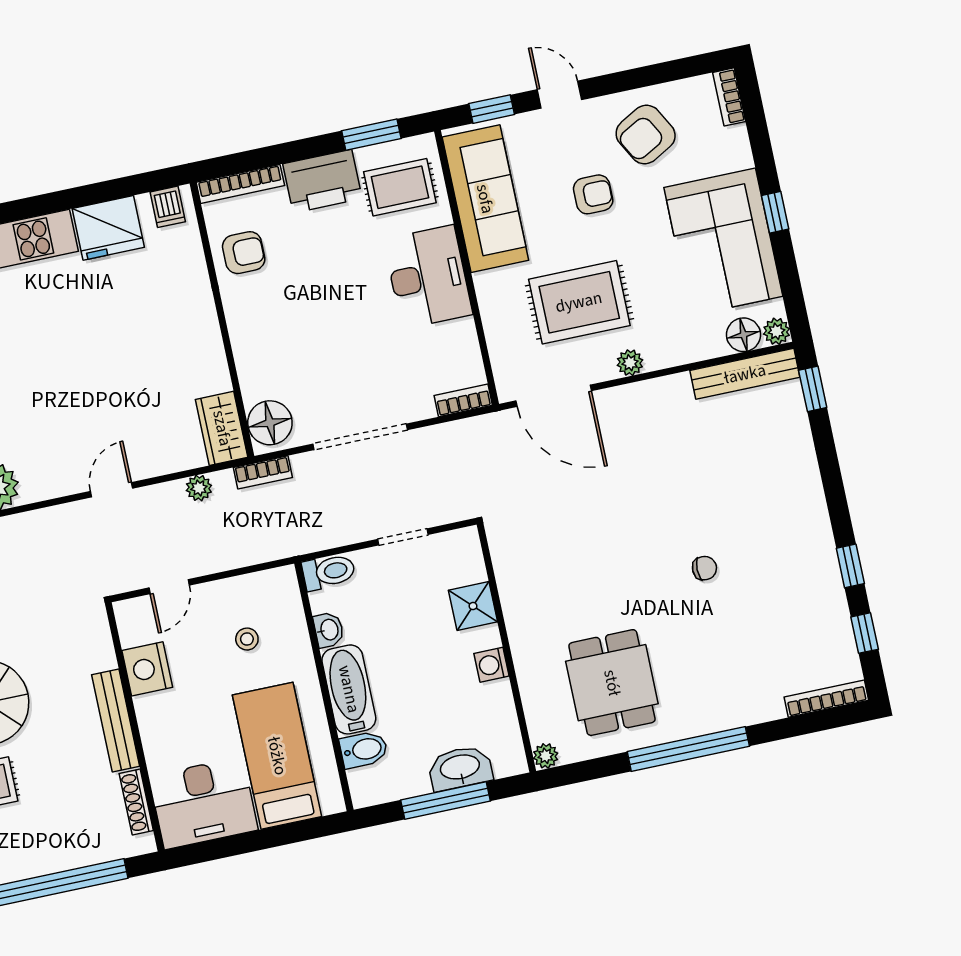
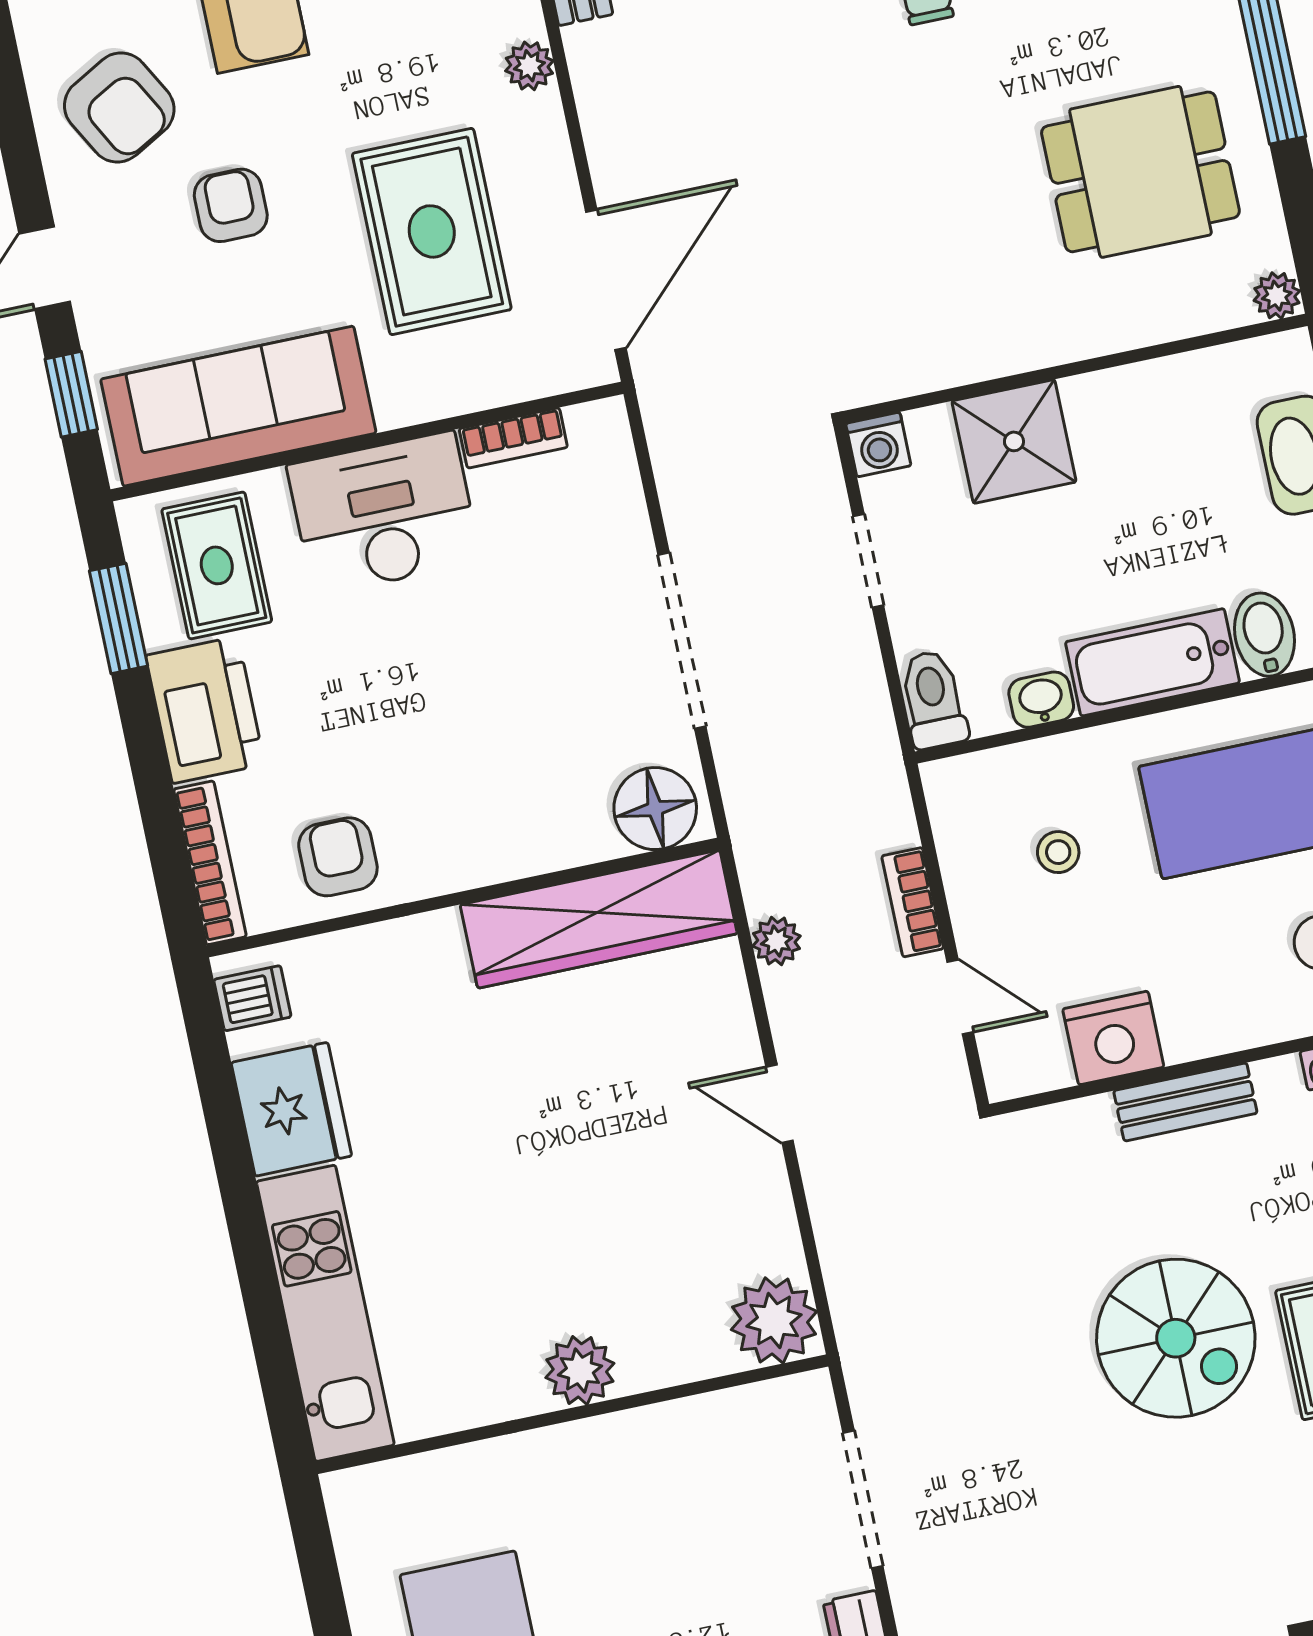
plant: (630, 363) -> (529, 66), moved
bookcase: (463, 400) -> (513, 438), moved, turned -90
wardrobe: (222, 428) -> (599, 919), width x2.10, depth x1.17
bookcase: (263, 472) -> (913, 902), moved, turned 180
shower: (473, 606) -> (1014, 441), width x1.36, depth x1.36
washing machine: (491, 665) -> (878, 445), moved
bench: (116, 721) -> (1185, 1102), width x0.73

